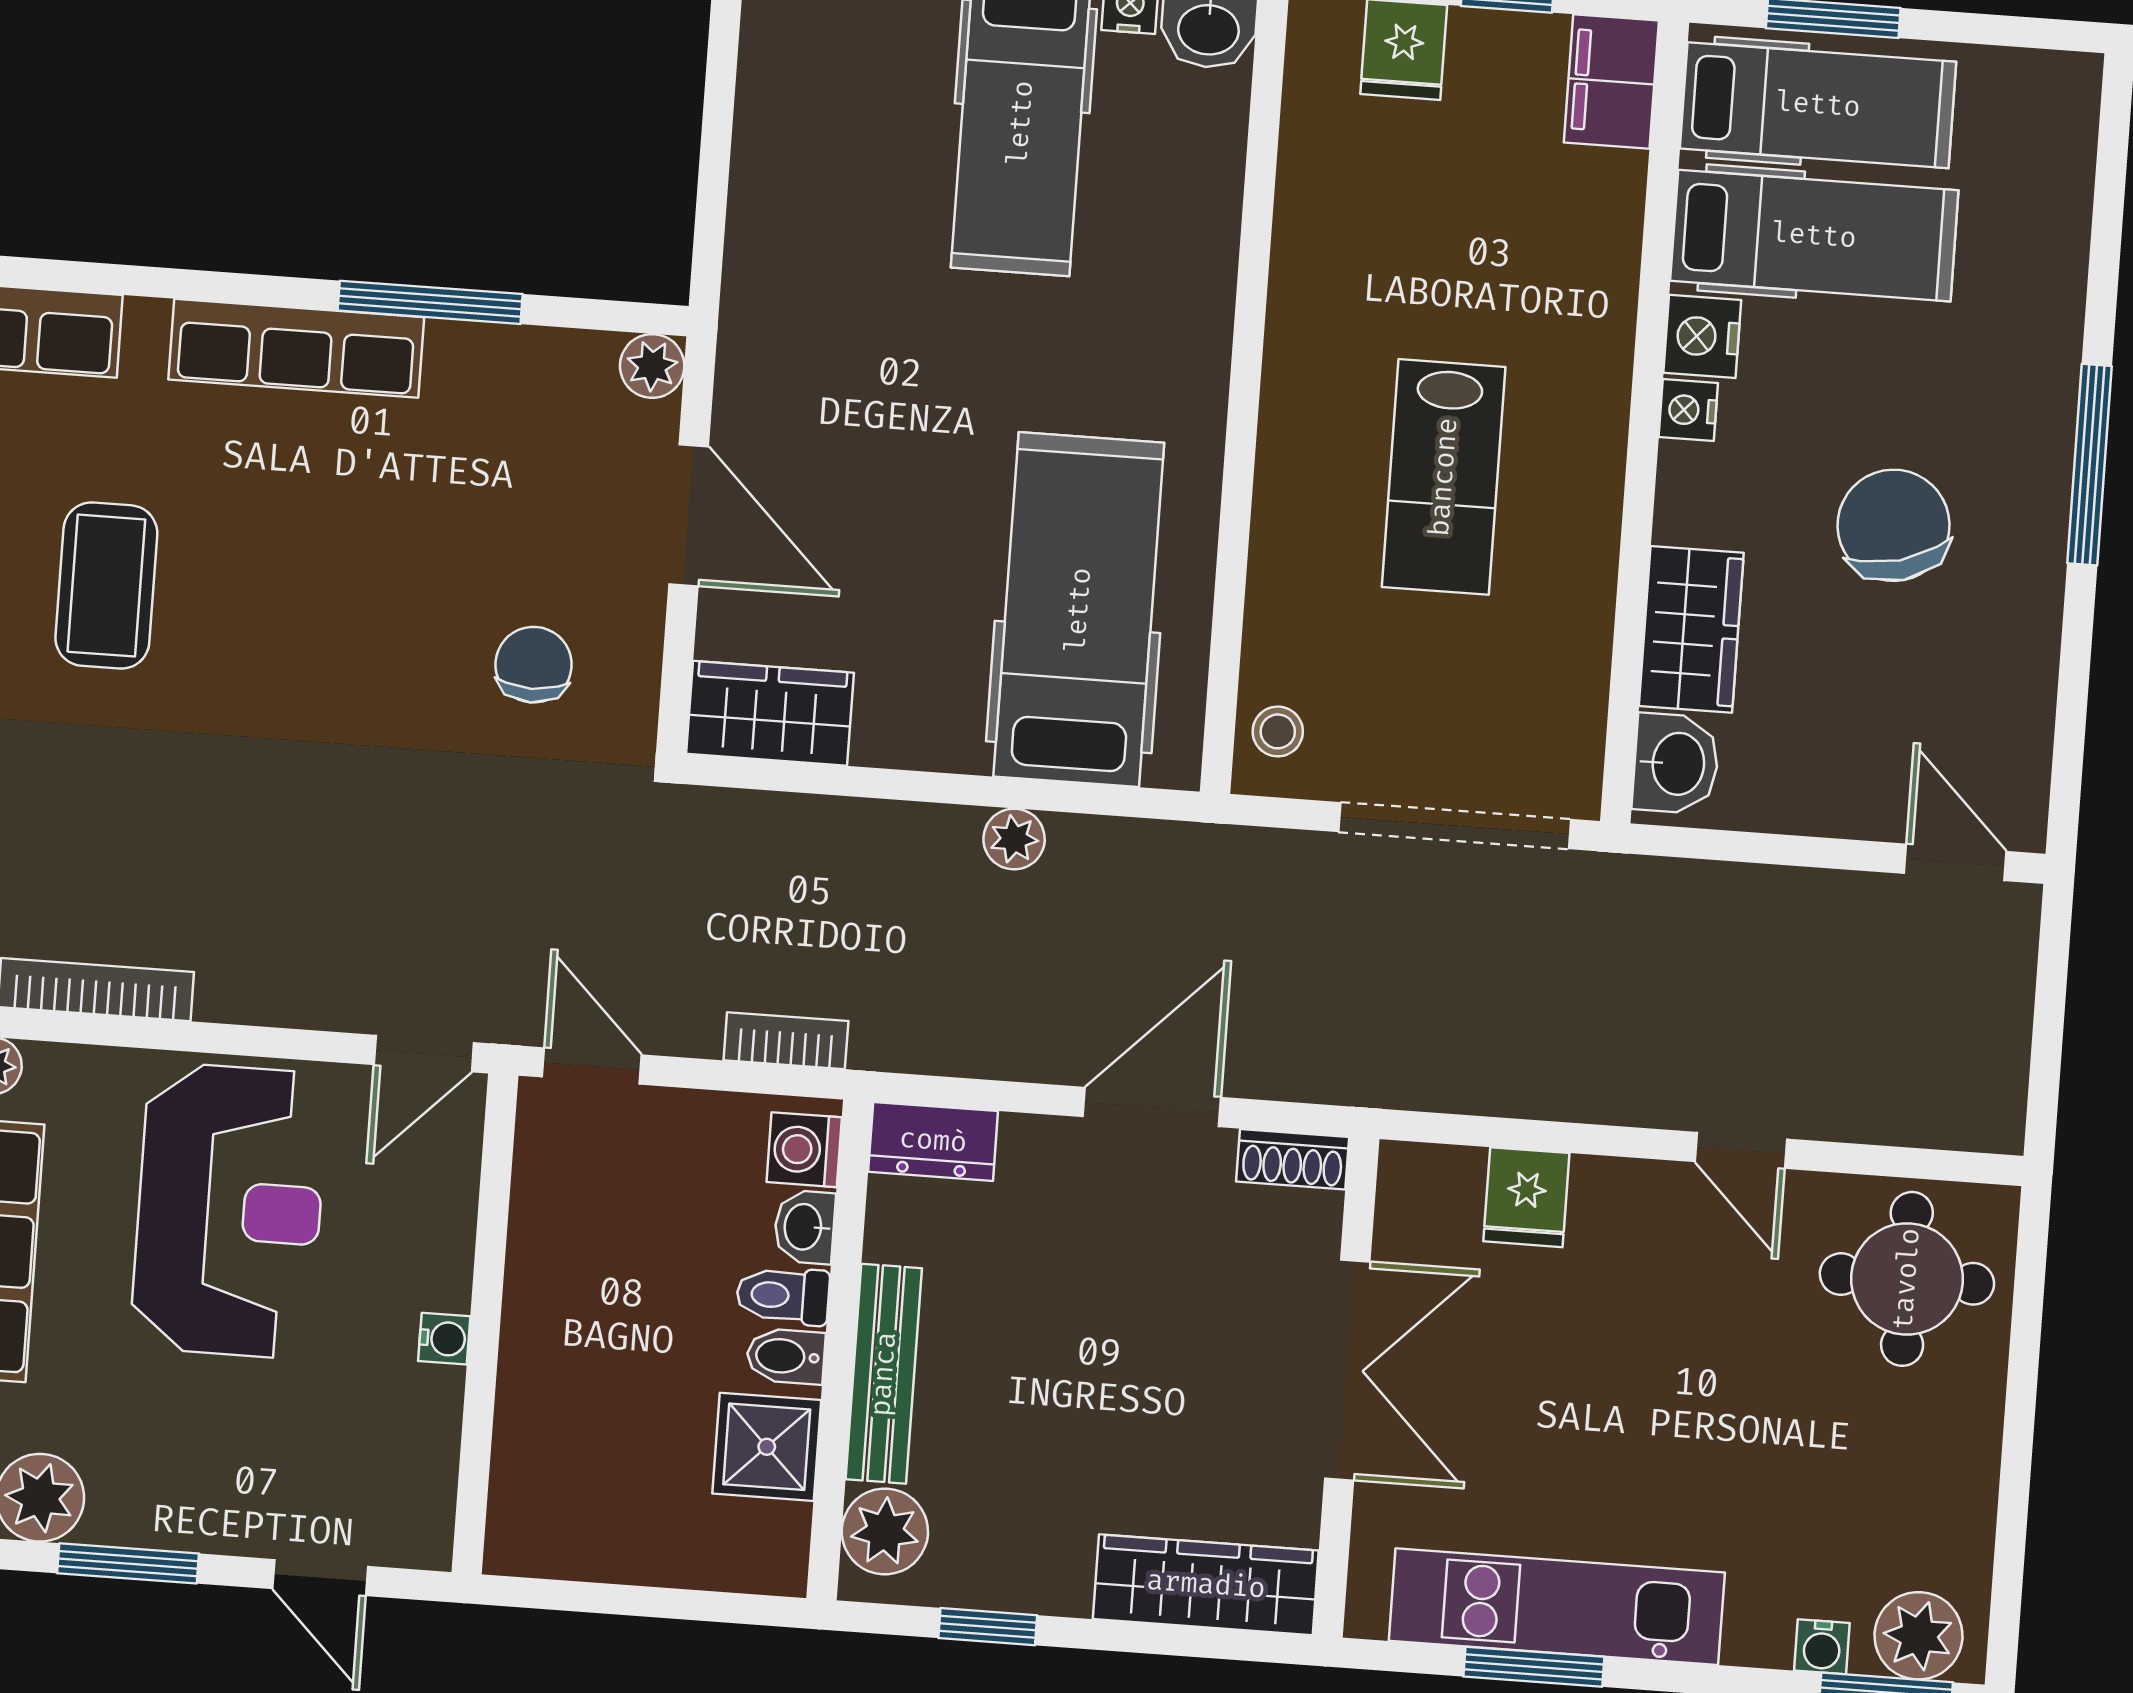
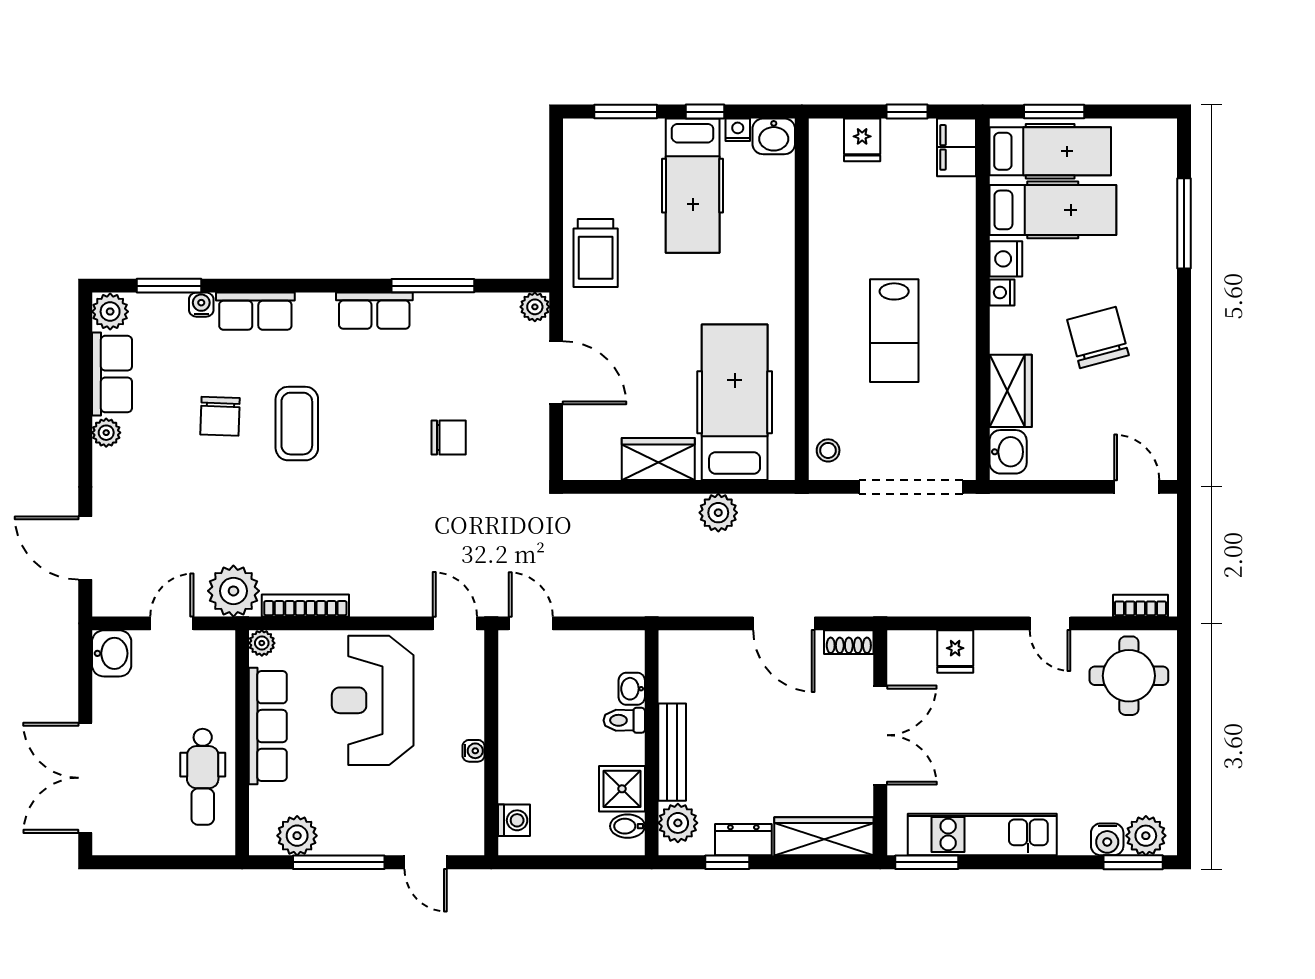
trolley: (795, 257) -> (596, 253), added
row of seats: (296, 348) -> (374, 311), width x0.68
window: (2089, 465) -> (1184, 223), moved
chair: (534, 665) -> (449, 438), moved, turned 90
wardrobe: (770, 713) -> (658, 459), moved
plant: (1014, 839) -> (718, 513), width x1.38, depth x1.38
bookcase: (786, 1041) -> (1140, 606), moved
door: (424, 1054) -> (455, 623), swing flipped
door: (1152, 1107) -> (784, 623), swing flipped
dresser: (933, 1141) -> (743, 840), moved, turned 180
washing machine: (804, 1150) -> (514, 820), moved, turned 180
reception desk: (229, 1210) -> (373, 700), turned 180
bidet: (786, 1356) -> (628, 826), moved
window: (128, 1563) -> (339, 862), width x1.44
water cooler: (1822, 1647) -> (1107, 839), width x1.38, depth x1.38
window: (1534, 1667) -> (927, 862), moved

